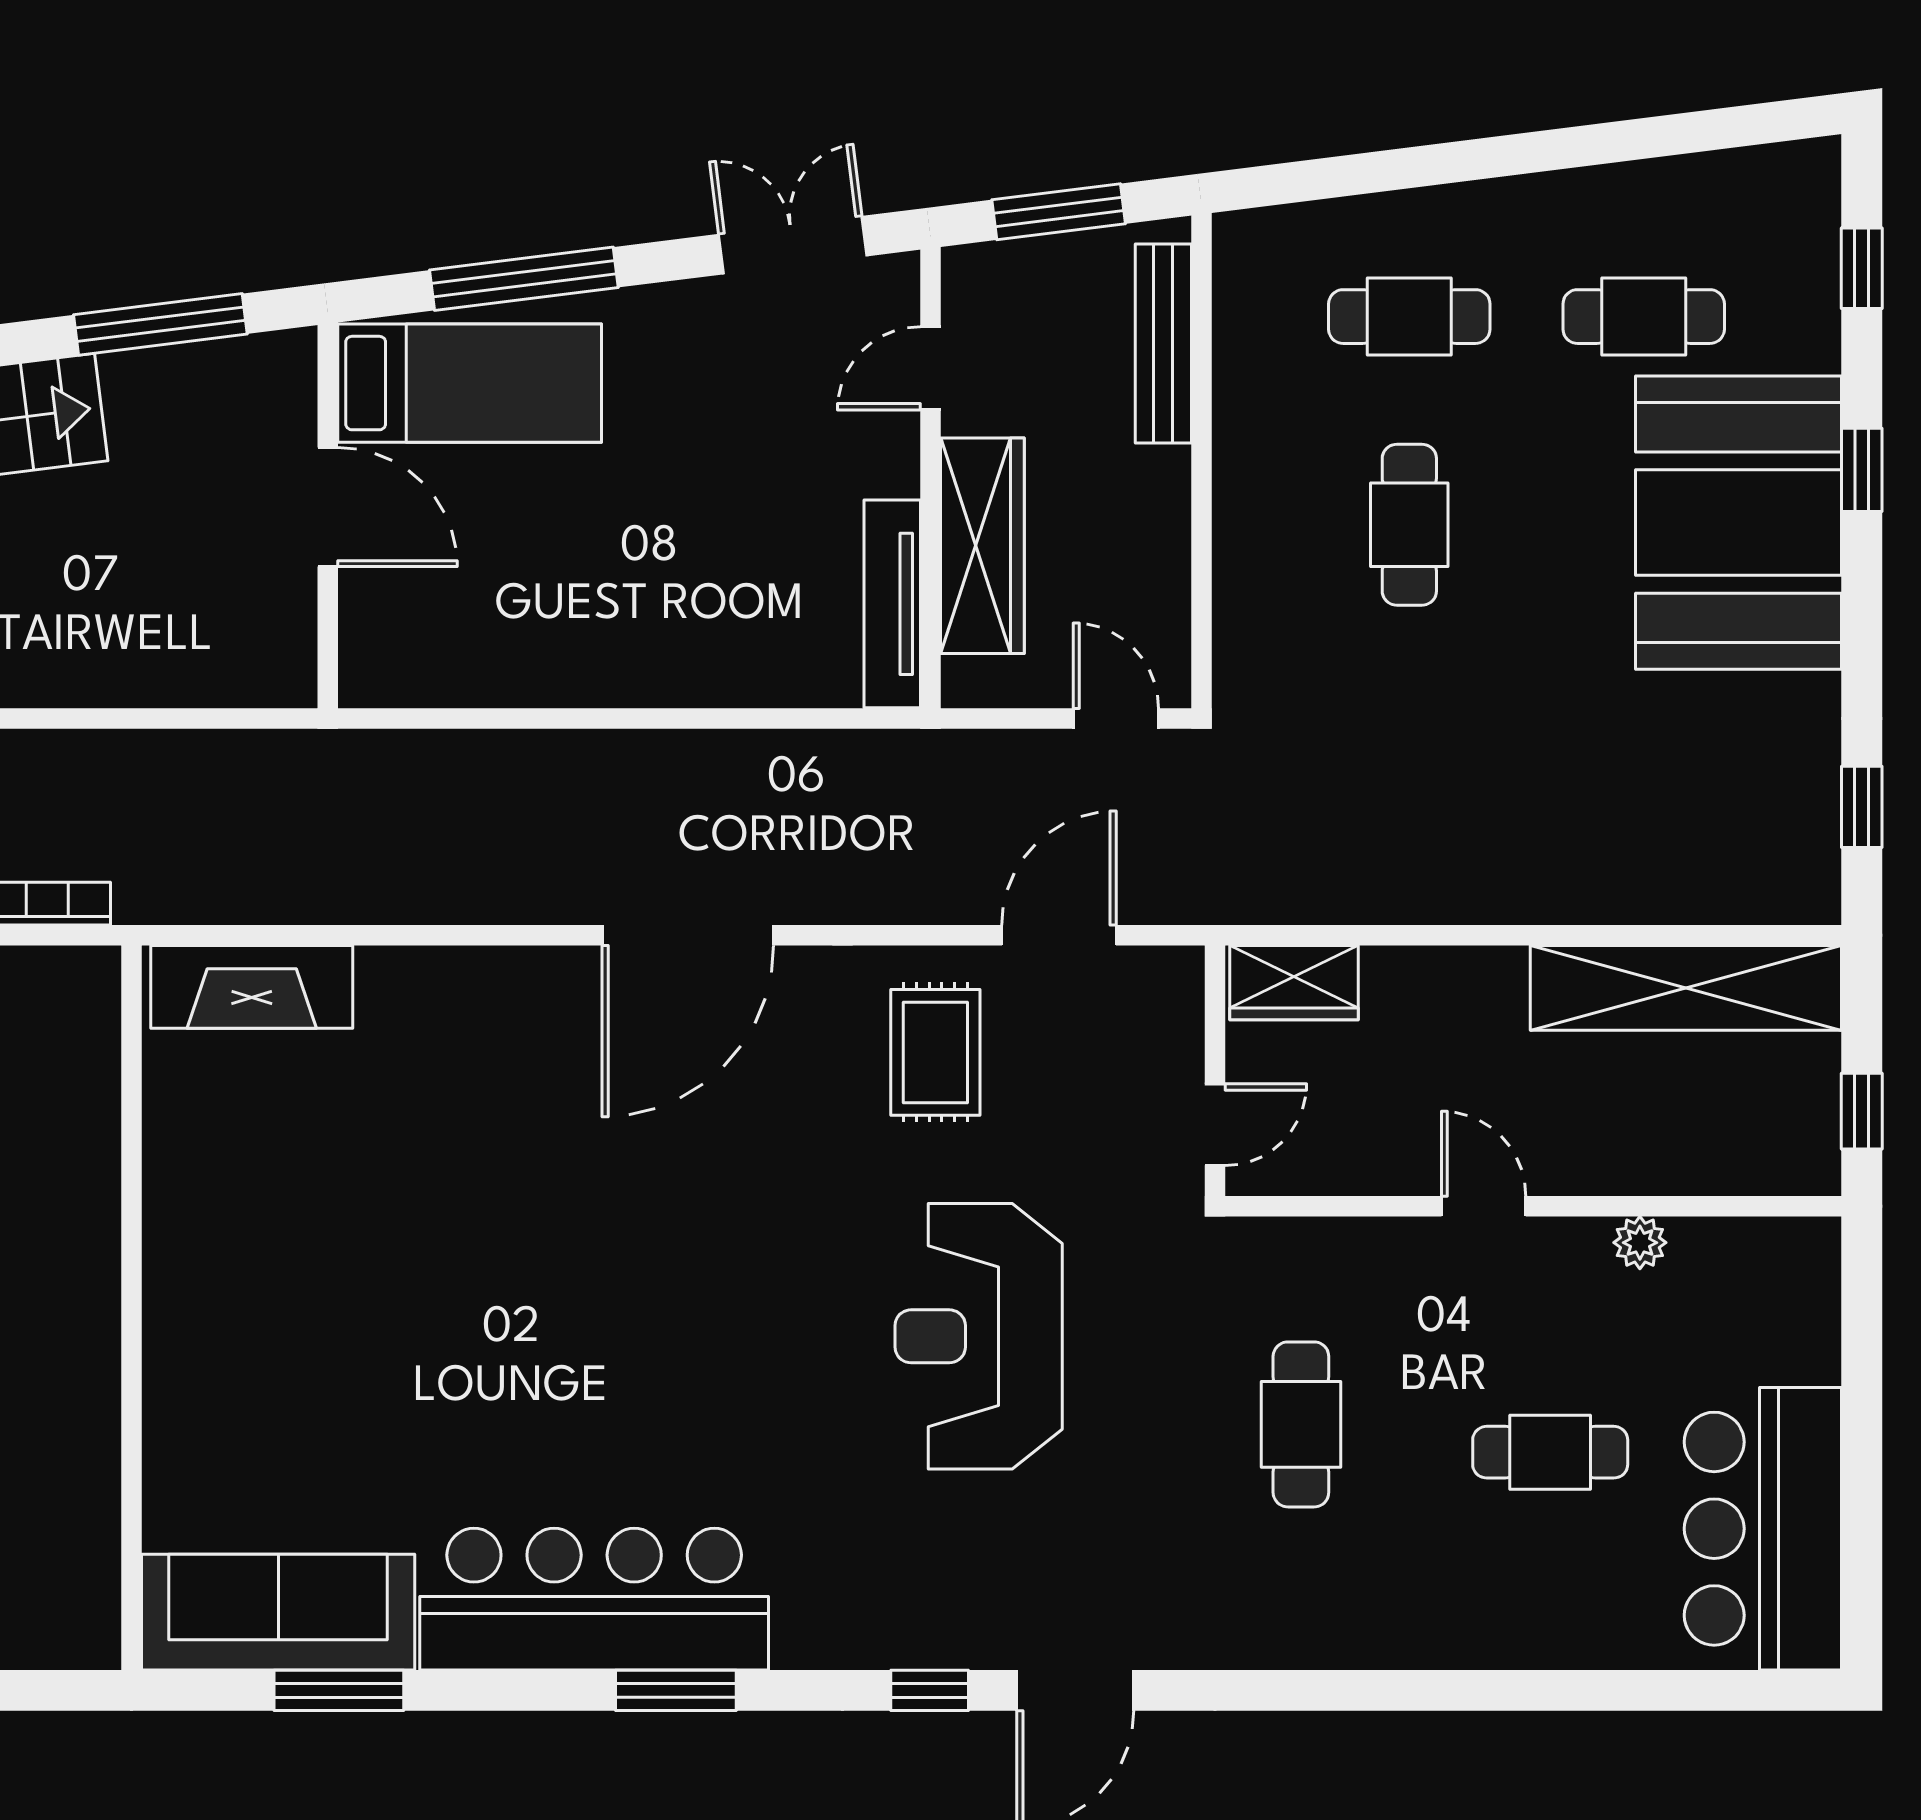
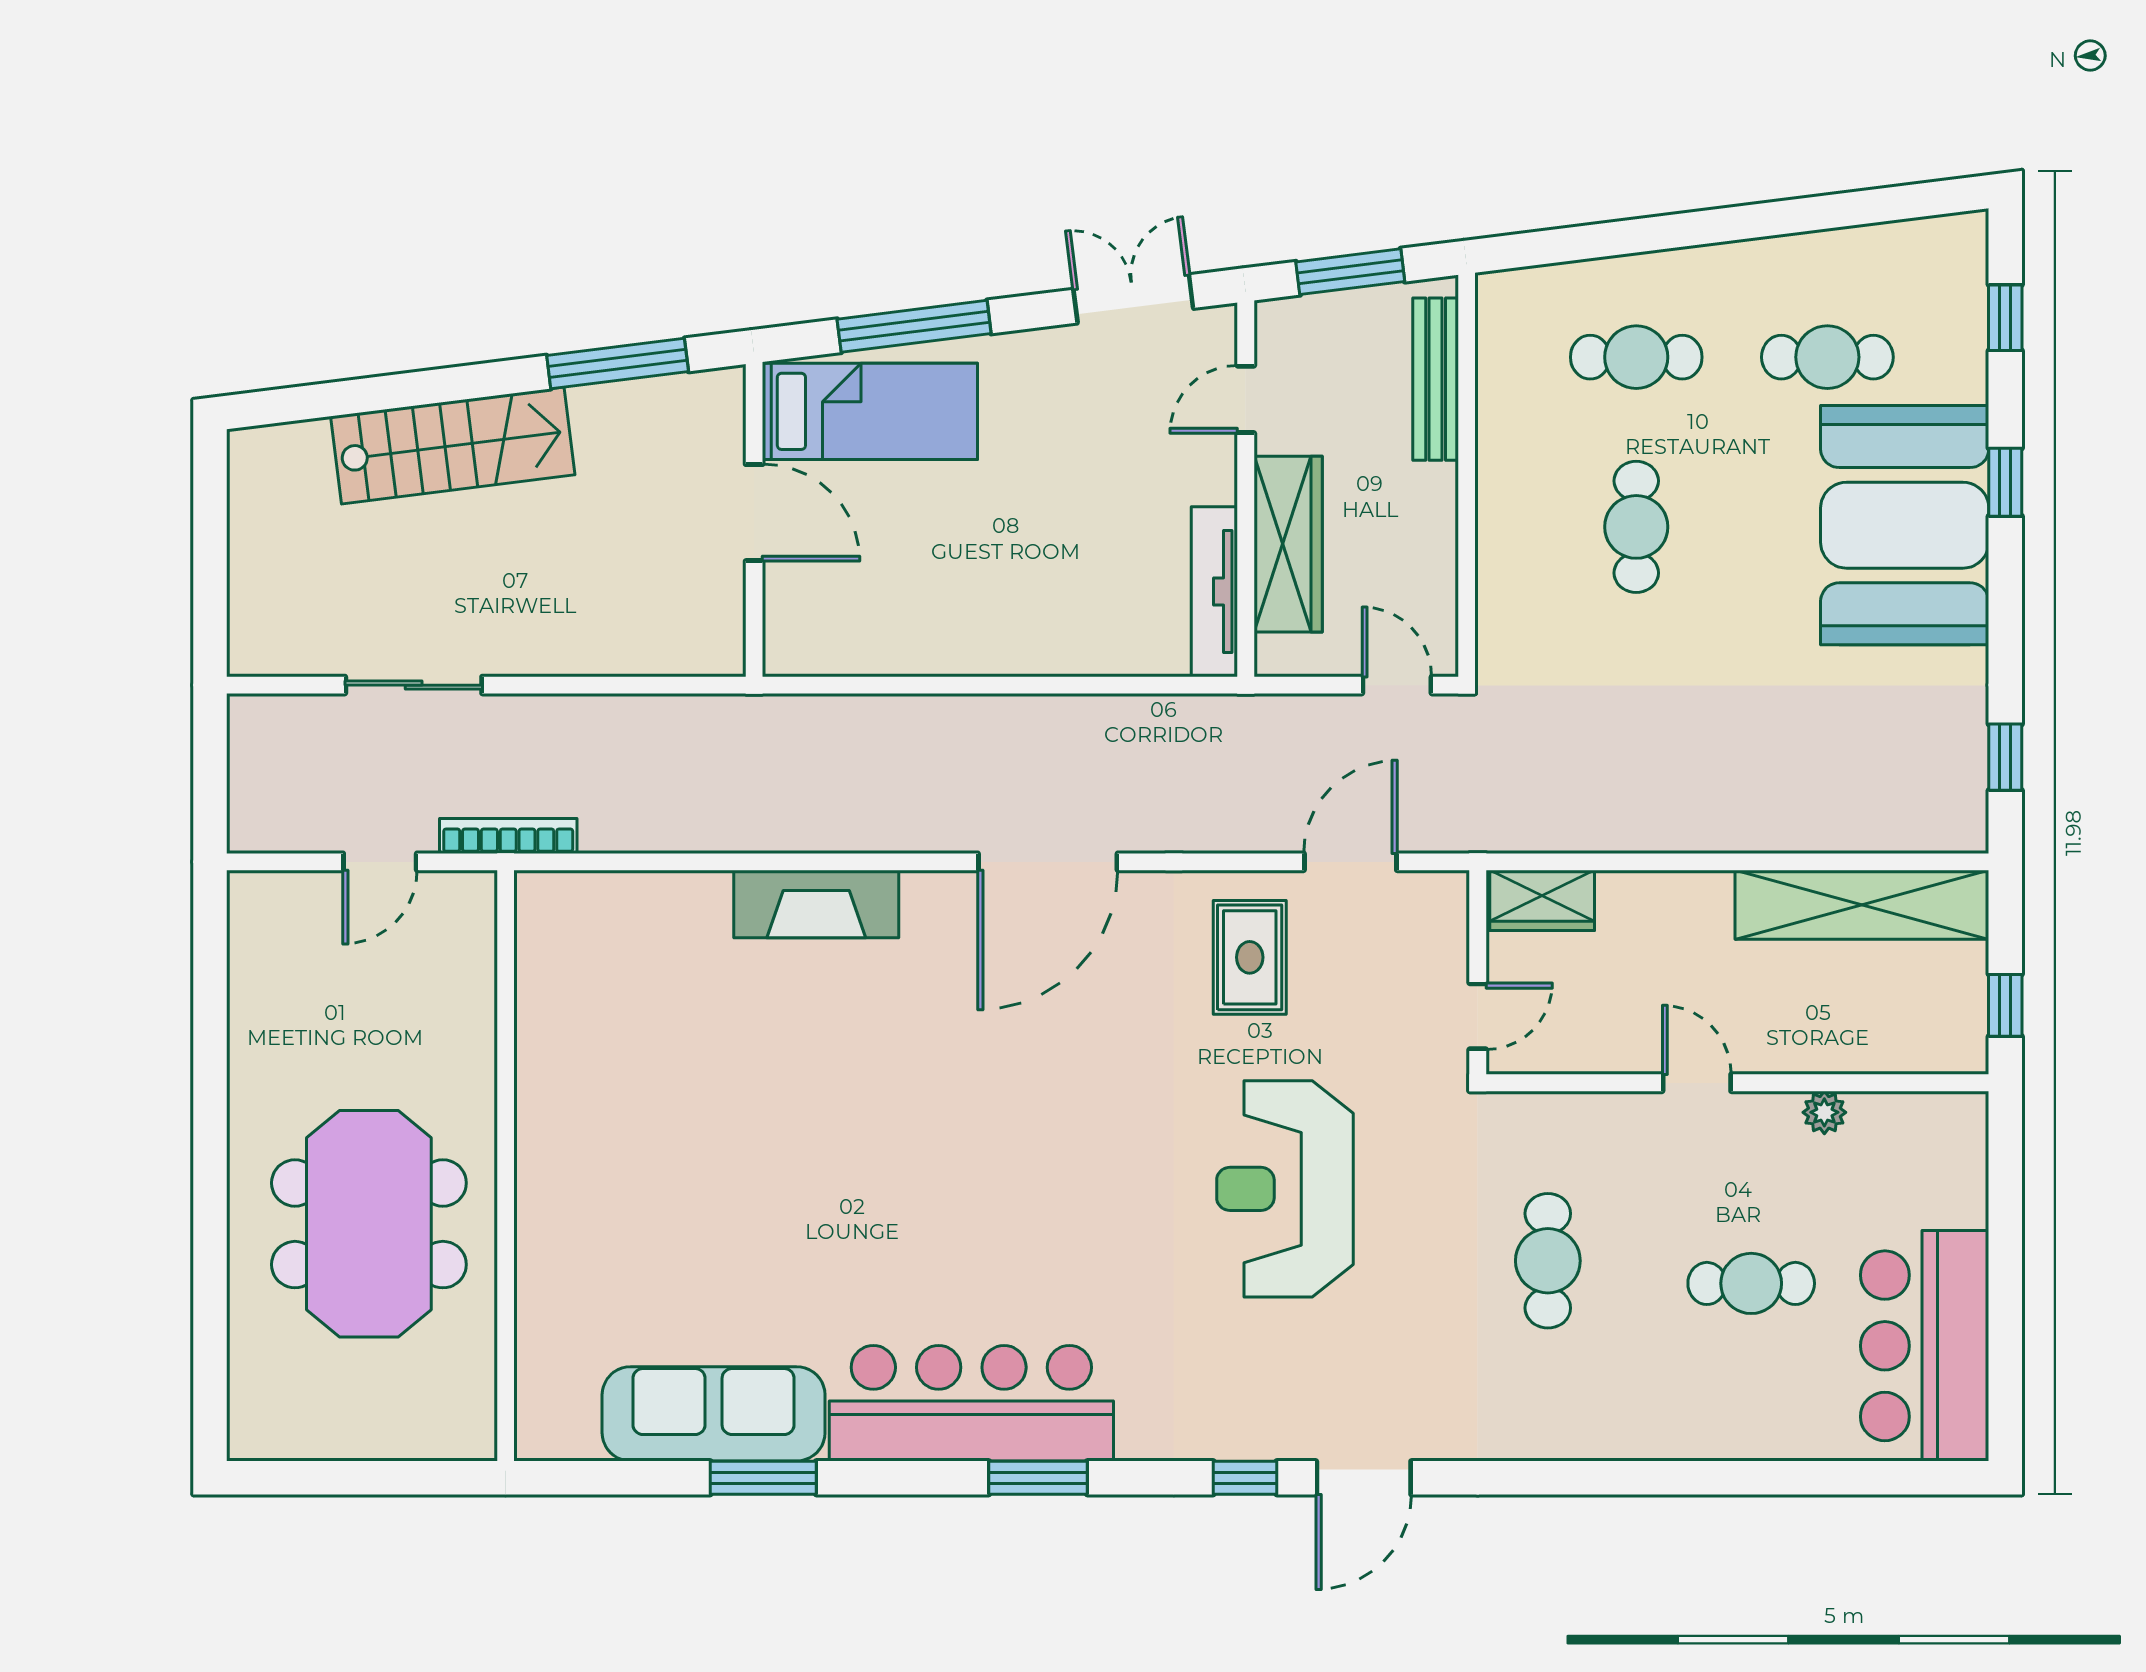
fireplace: (252, 987) -> (816, 904), moved
wall: (131, 1308) -> (506, 1166), moved

